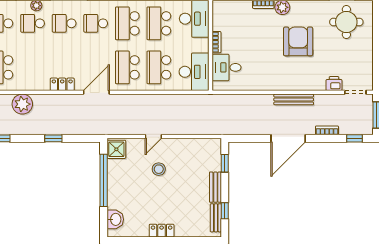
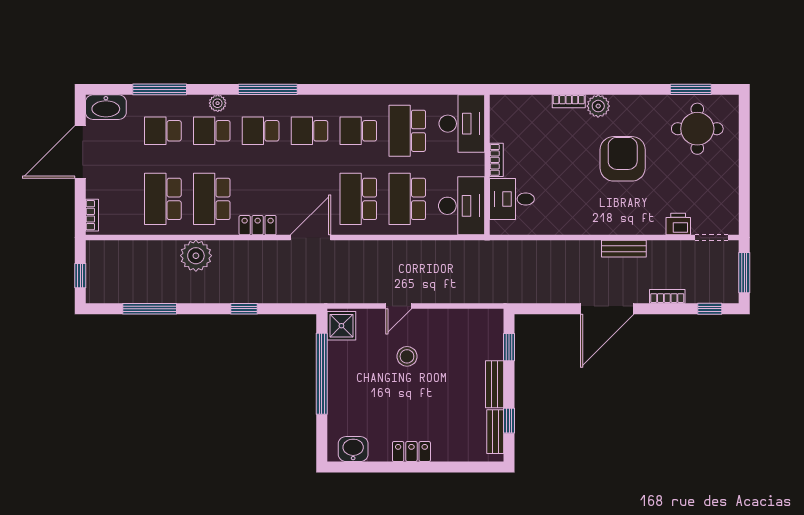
school desk: (127, 23) -> (358, 131), width x0.54
school desk: (33, 67) -> (212, 199), added
bench: (294, 99) -> (624, 249), width x0.73
washbasin: (115, 219) -> (353, 449), moved, turned -90

